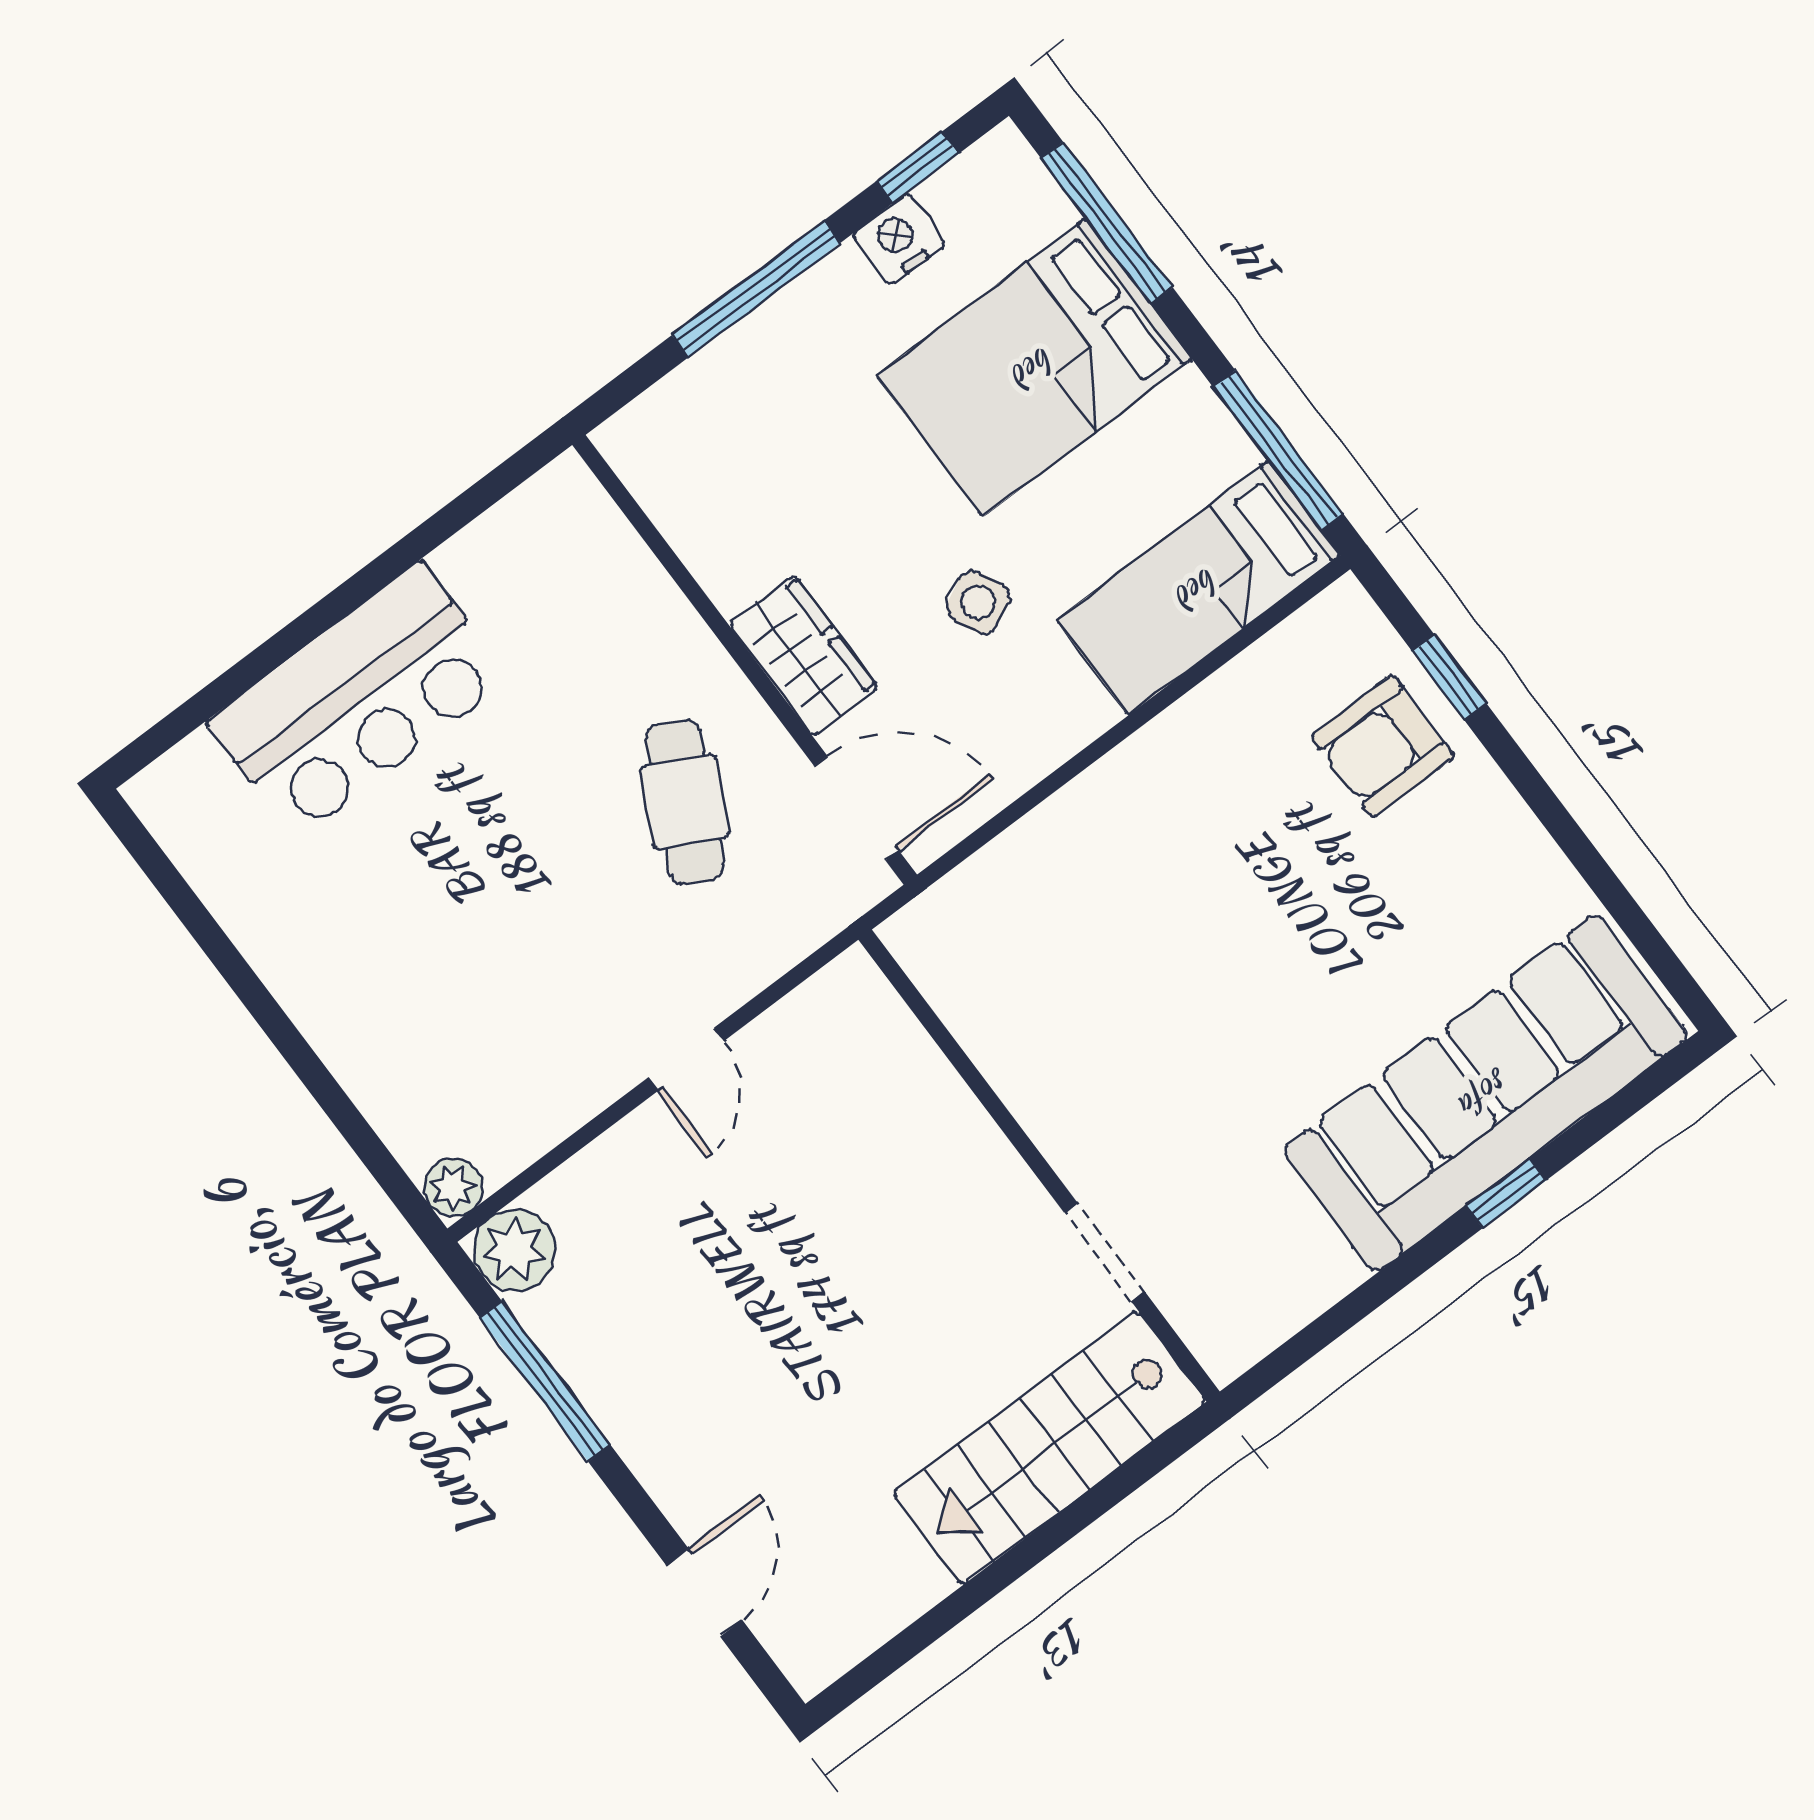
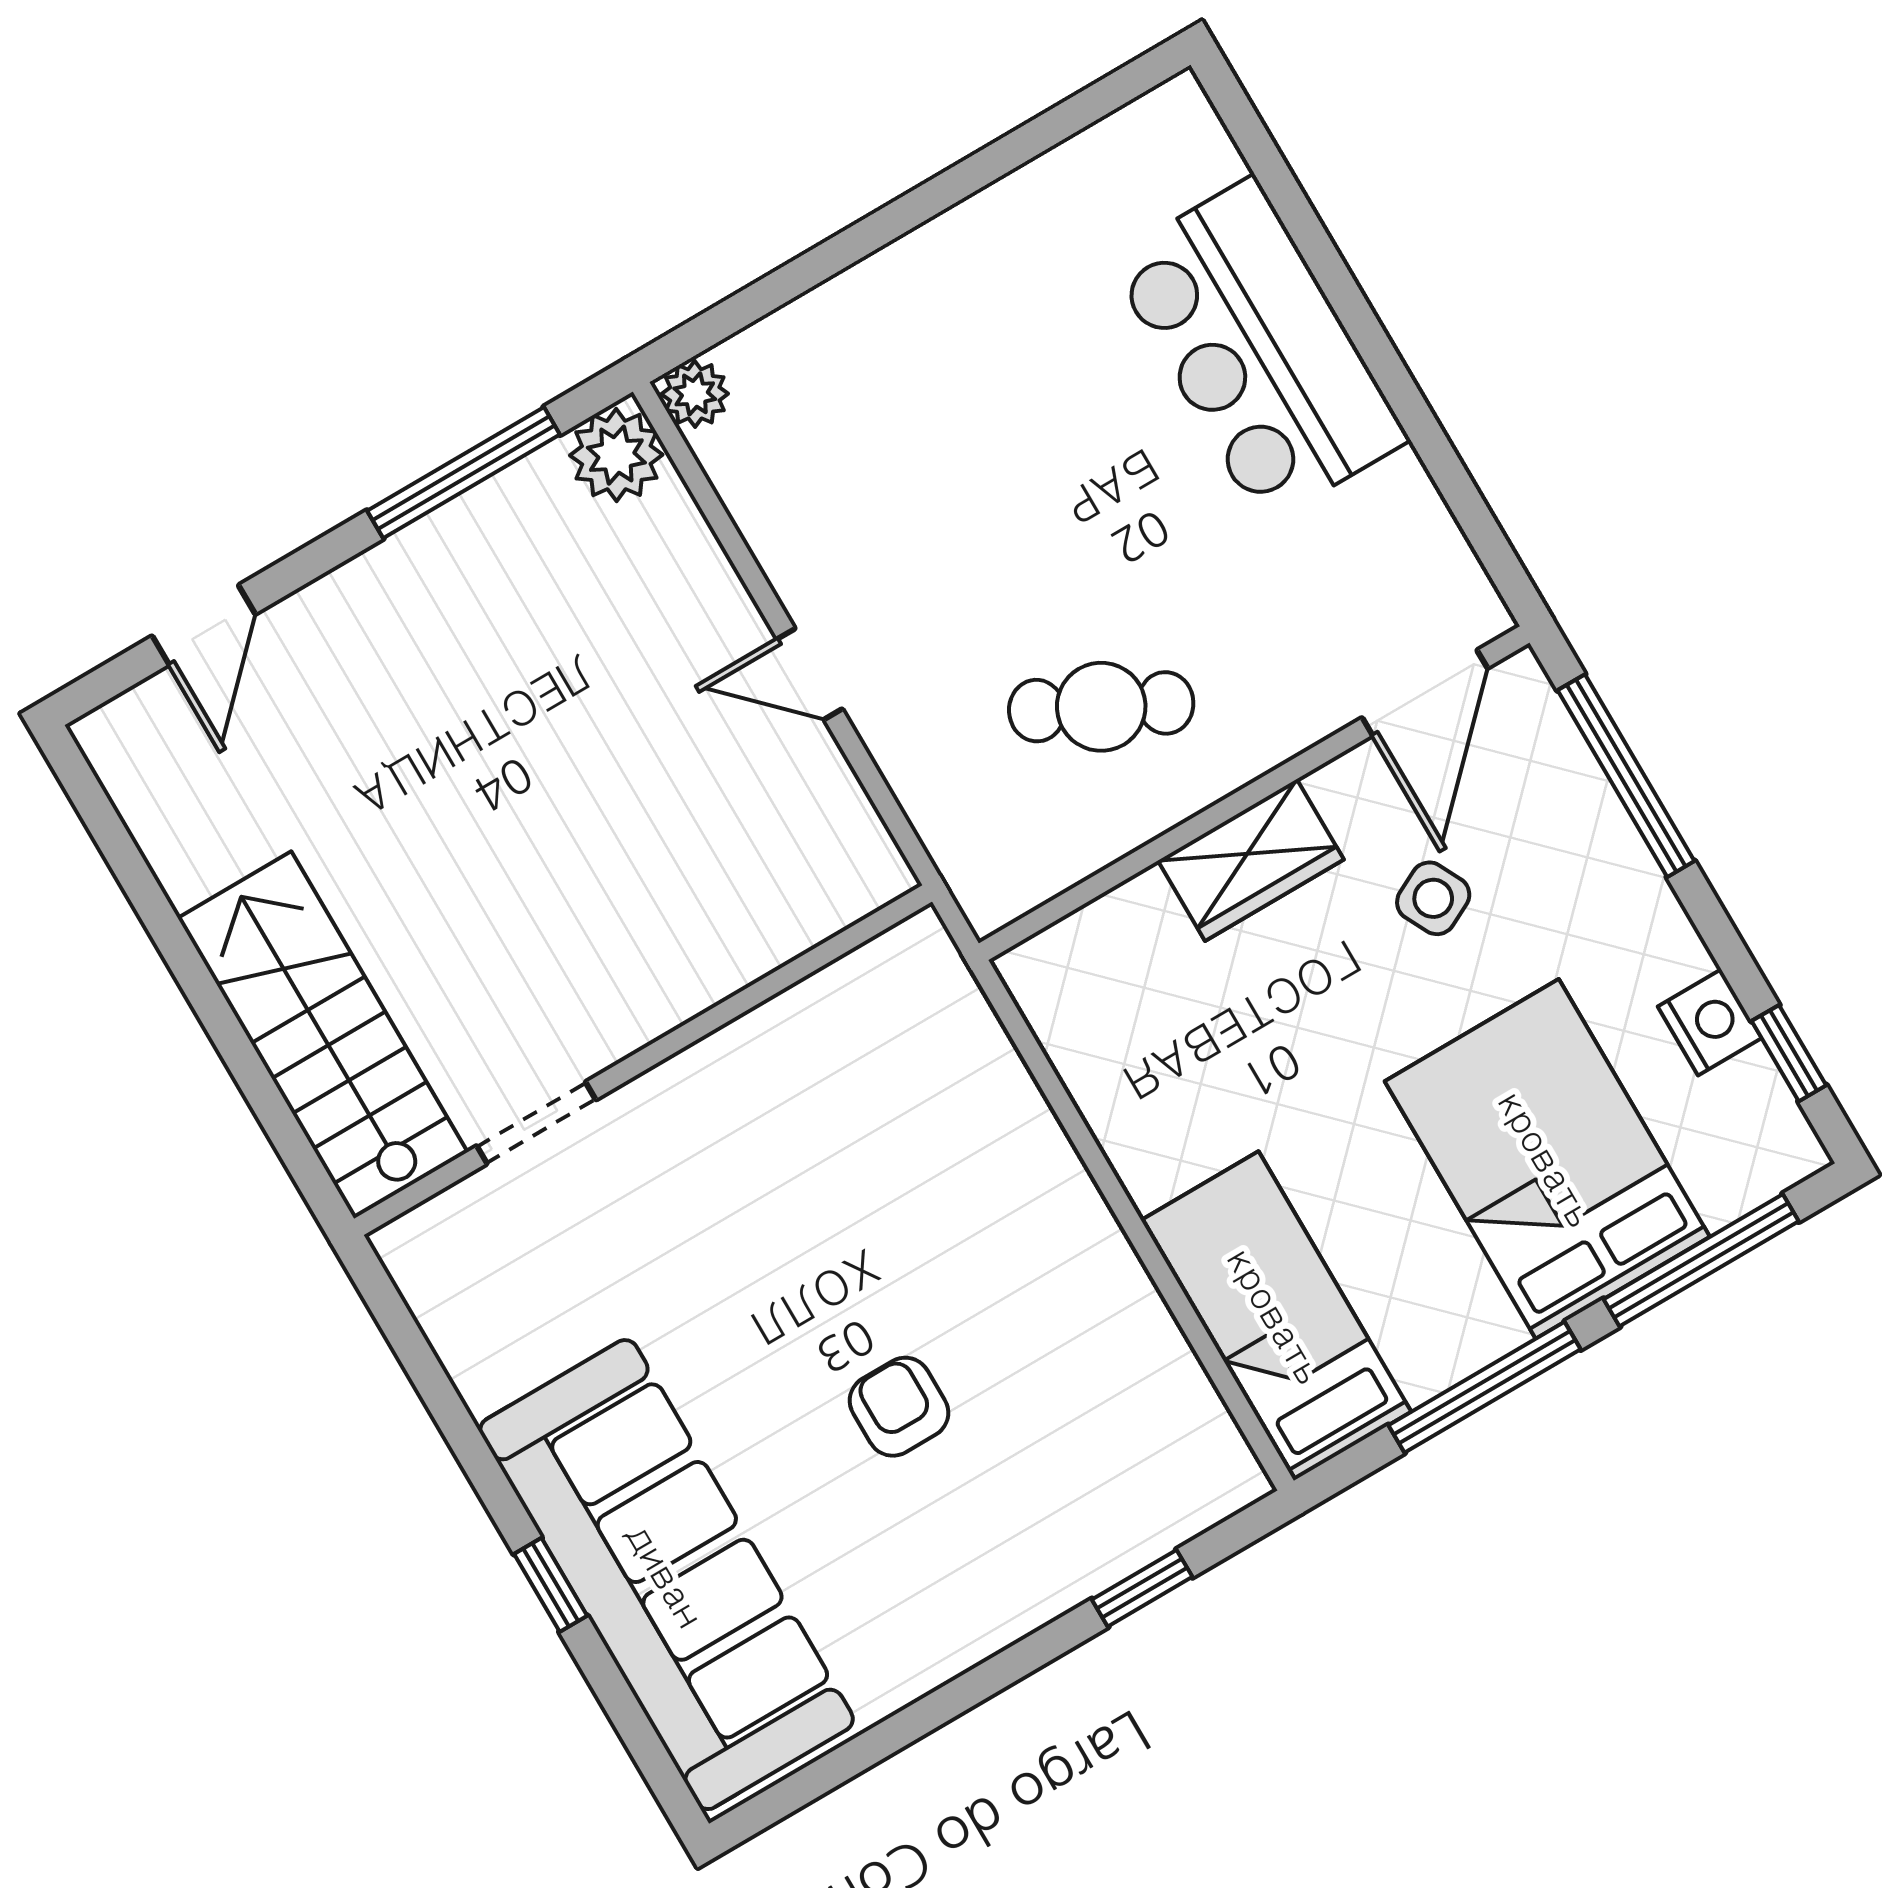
window: (756, 289) -> (1626, 776), moved
window: (1278, 450) -> (1485, 1387), moved
side table: (978, 602) -> (1433, 898), moved
armchair: (1383, 746) -> (899, 1407), moved, width x0.72, depth x0.72
door: (856, 808) -> (1425, 693), moved
door: (704, 1593) -> (204, 625), hinge flipped

